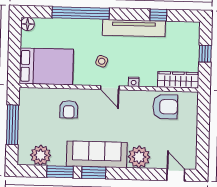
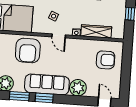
wardrobe: (178, 80) -> (96, 31), moved
armchair: (165, 107) -> (106, 60), moved
armchair: (69, 109) -> (28, 51), width x1.88, depth x1.88

